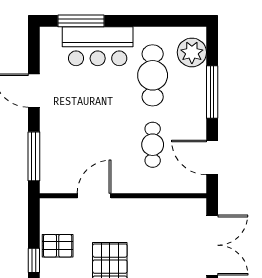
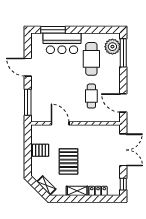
window: (212, 92) -> (123, 53), moved
door: (94, 196) -> (60, 123), hinge flipped
window: (34, 260) -> (28, 158), removed

